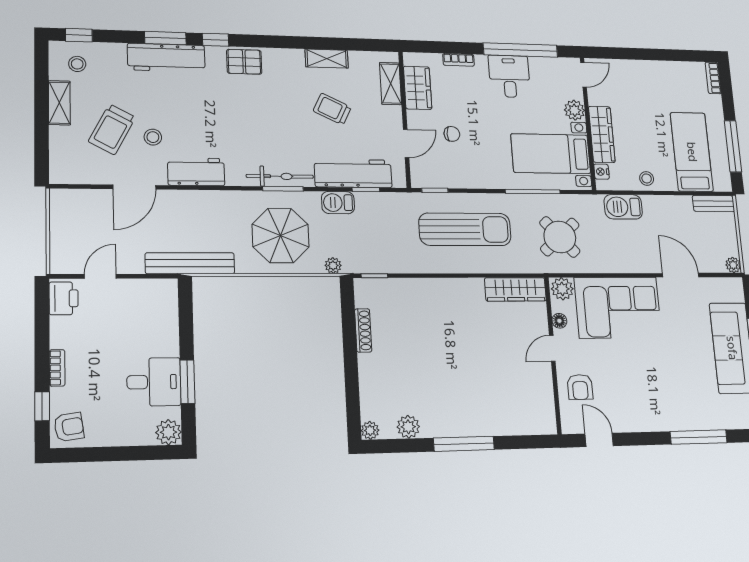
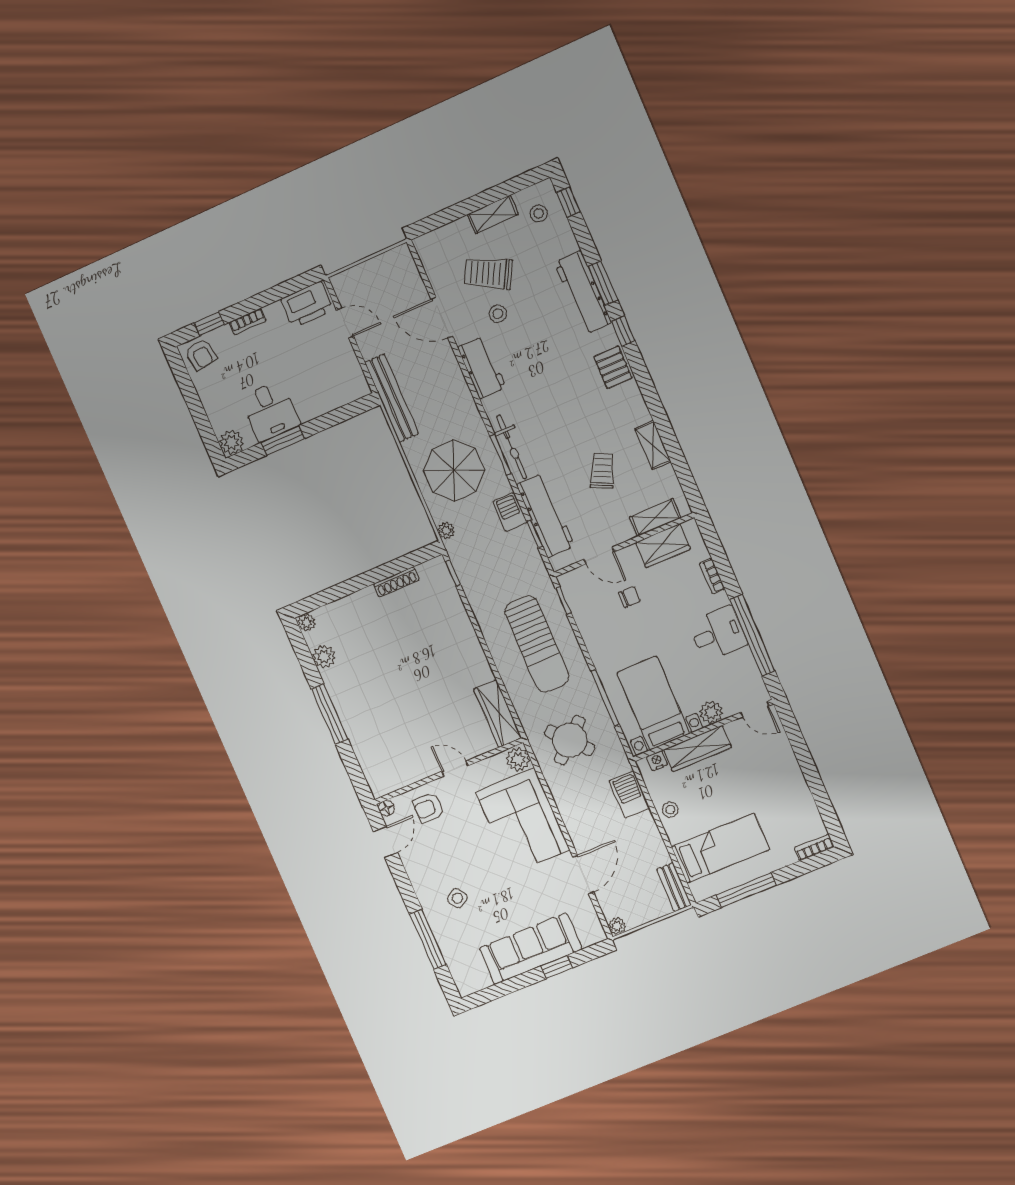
chair: (452, 134) -> (630, 597), turned -90
printer: (64, 298) -> (307, 305), width x1.37, depth x1.19
floor lamp: (559, 321) -> (386, 808), moved
side table: (669, 395) -> (457, 898), added

